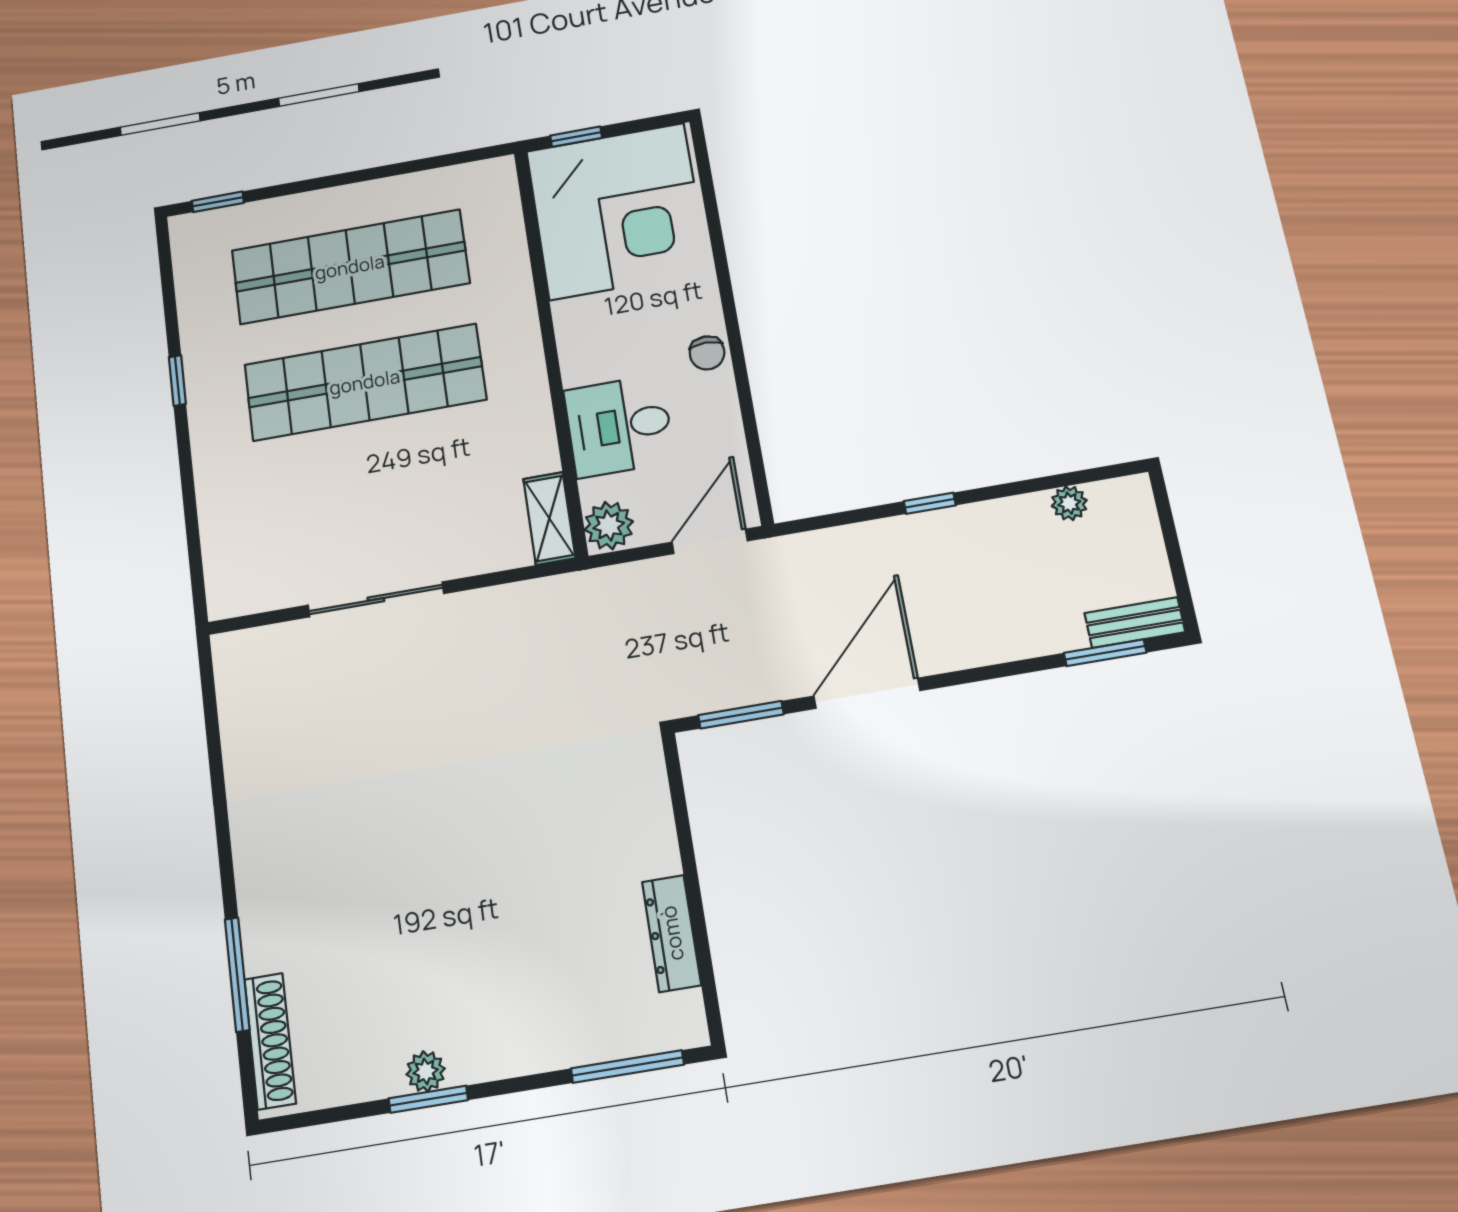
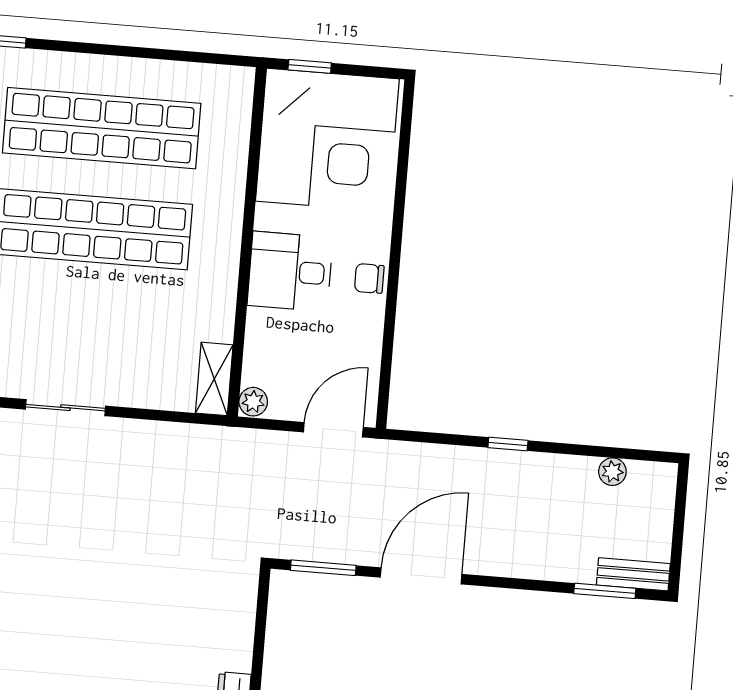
chair: (707, 353) -> (369, 278), turned 90
desk: (619, 426) -> (290, 271), moved
plant: (609, 526) -> (253, 402), width x0.73, depth x0.73
sliding door: (376, 599) -> (65, 408), width x0.73

